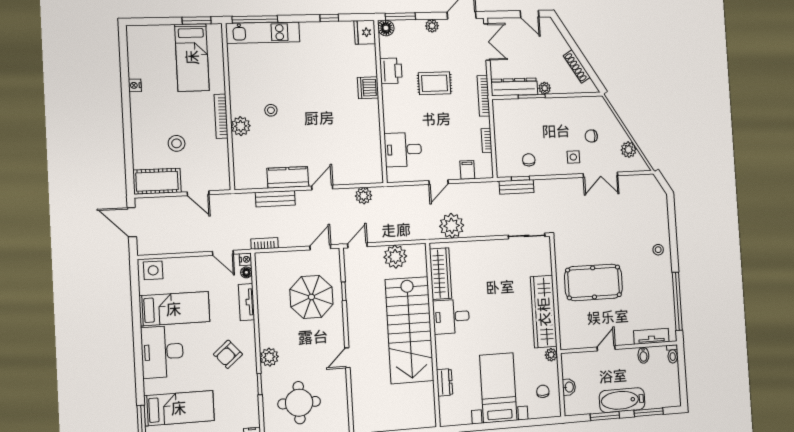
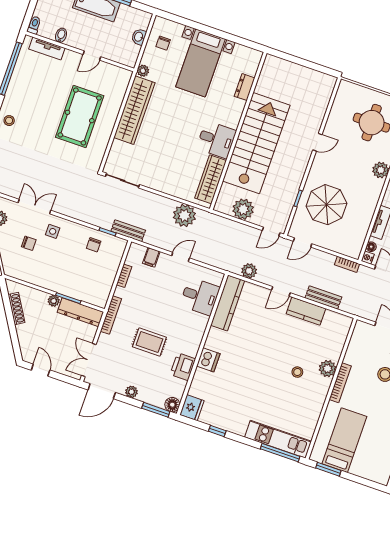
kitchen counter: (372, 154) -> (228, 303), added
bench: (517, 187) -> (128, 231), moved
pool table: (594, 282) -> (80, 116), turned 90

